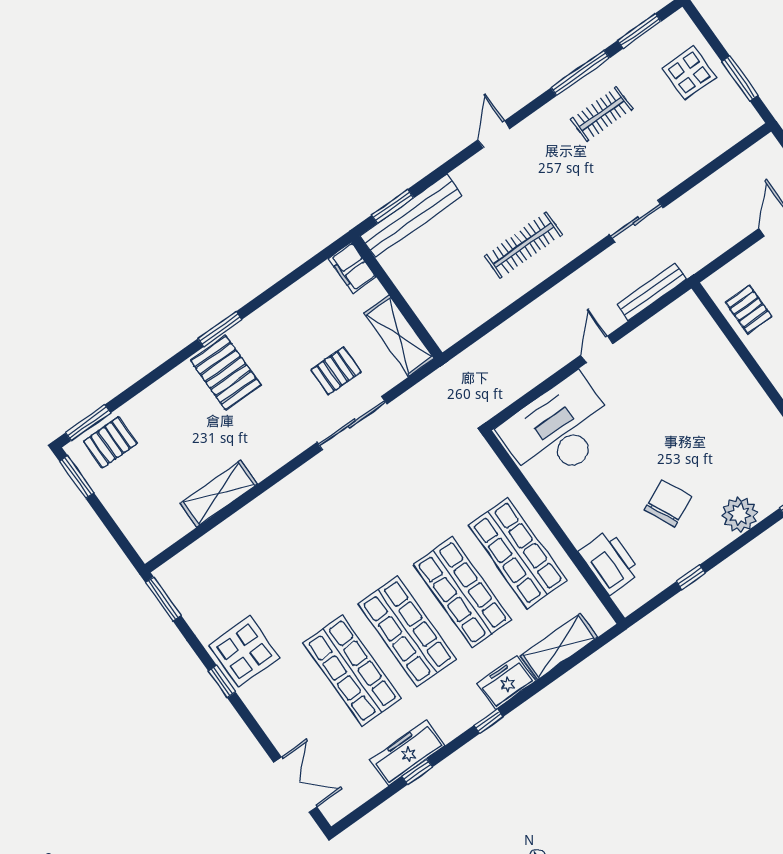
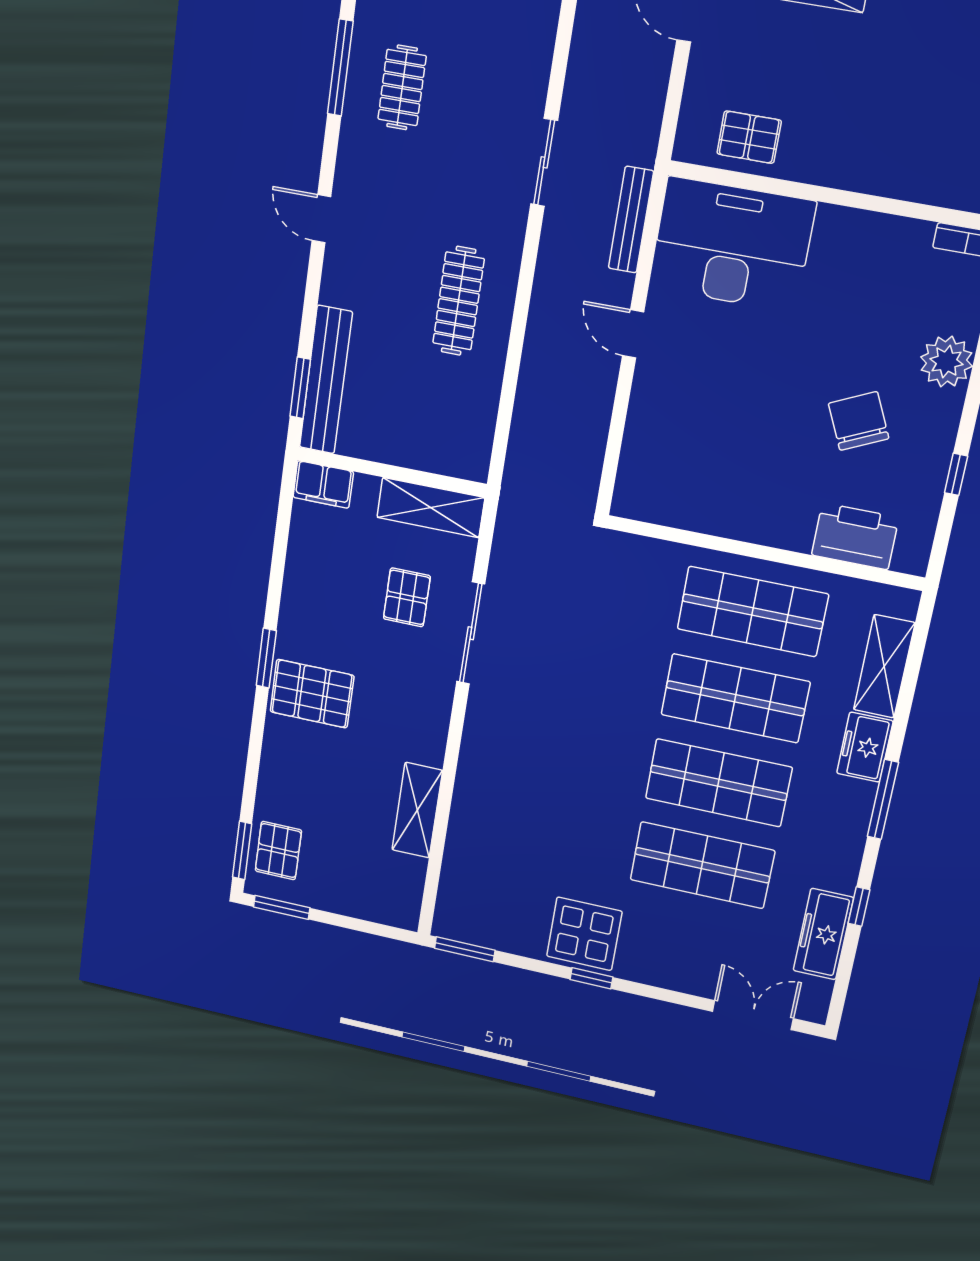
desk: (559, 430) -> (732, 245), moved, turned 90
window: (488, 721) -> (883, 800), width x2.17
freezer: (407, 753) -> (823, 934), moved

